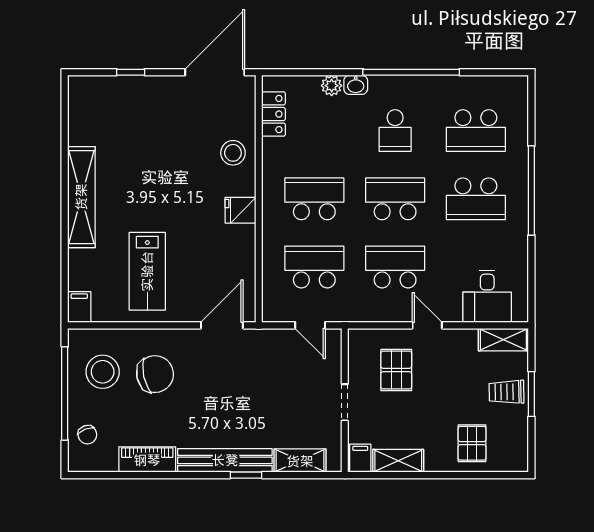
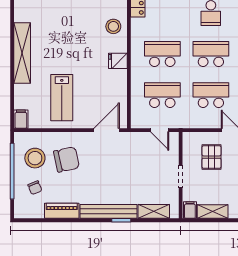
chair: (87, 435) -> (35, 188), moved

